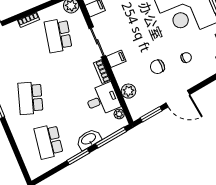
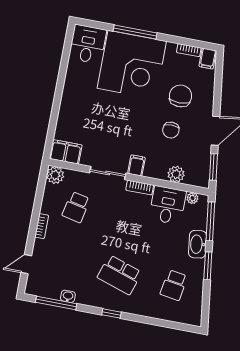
school desk: (58, 35) -> (76, 207), width x0.54
chair: (186, 58) -> (181, 96), width x1.87, depth x1.87
school desk: (49, 141) -> (174, 285), width x0.54

